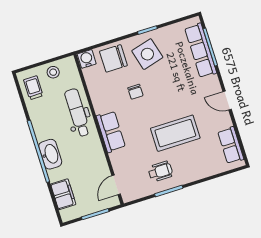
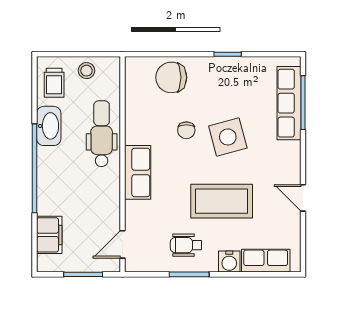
side table: (147, 54) -> (228, 137), moved
water cooler: (87, 59) -> (229, 262), moved, turned 180
trolley: (33, 88) -> (54, 83), turned 180
door: (227, 100) -> (303, 198), moved
row of seats: (231, 145) -> (266, 261), moved, turned 90
washbasin: (50, 154) -> (49, 126), moved
wheelchair: (160, 171) -> (186, 245), turned 180

